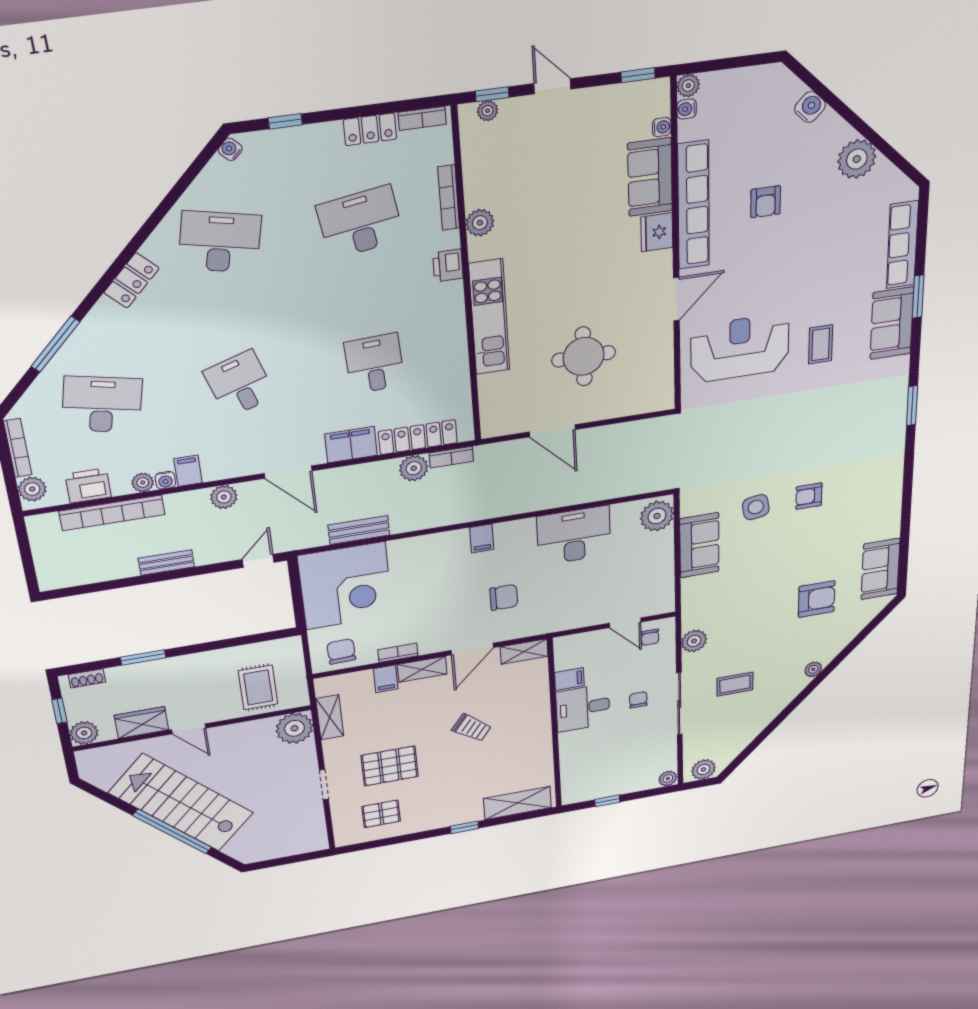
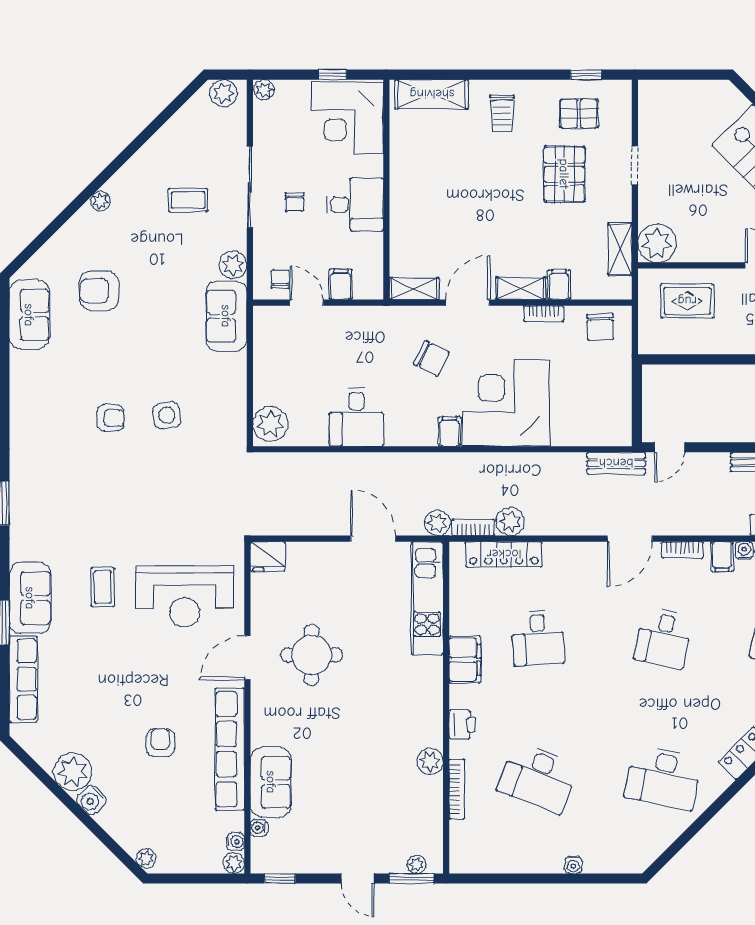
plant: (782, 78) -> (146, 858), added
window: (492, 94) -> (412, 878), width x1.50
water cooler: (810, 107) -> (92, 800), moved
bookcase: (422, 118) -> (682, 550), moved, turned 180
window: (285, 121) -> (594, 878), removed
locker: (370, 129) -> (521, 862), removed
water cooler: (230, 149) -> (573, 865), moved, turned 45
desk: (360, 222) -> (538, 777), turned 30
fridge: (657, 232) -> (268, 557), moved, turned 90
kitchen unit: (489, 317) -> (427, 598), moved
round table: (584, 356) -> (312, 655), moved
desk: (240, 384) -> (663, 638), turned 30
filing cabinet: (351, 445) -> (465, 660), moved, turned -90
door: (288, 472) -> (630, 539), swing flipped
plant: (224, 497) -> (437, 523), moved
bench: (359, 530) -> (616, 463), moved
desk: (574, 536) -> (356, 417), width x0.73
sofa: (699, 545) -> (226, 316), moved
corner desk: (345, 586) -> (506, 403), moved
chair: (504, 597) -> (431, 358), turned -153
filing cabinet: (569, 679) -> (341, 284), moved, turned 90
rug: (258, 687) -> (687, 301), turned 90
trolley: (472, 728) -> (502, 113), moved, turned -127
pallet: (390, 766) -> (564, 174), turned 90
corner desk: (593, 772) -> (347, 118), added
window: (464, 827) -> (586, 75), moved

